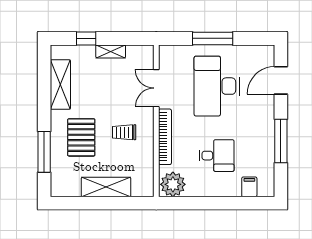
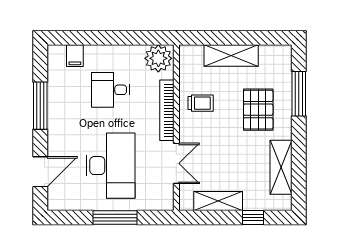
shelving: (111, 51) -> (218, 201), width x1.50, depth x1.33
trolley: (124, 132) -> (201, 103), moved

